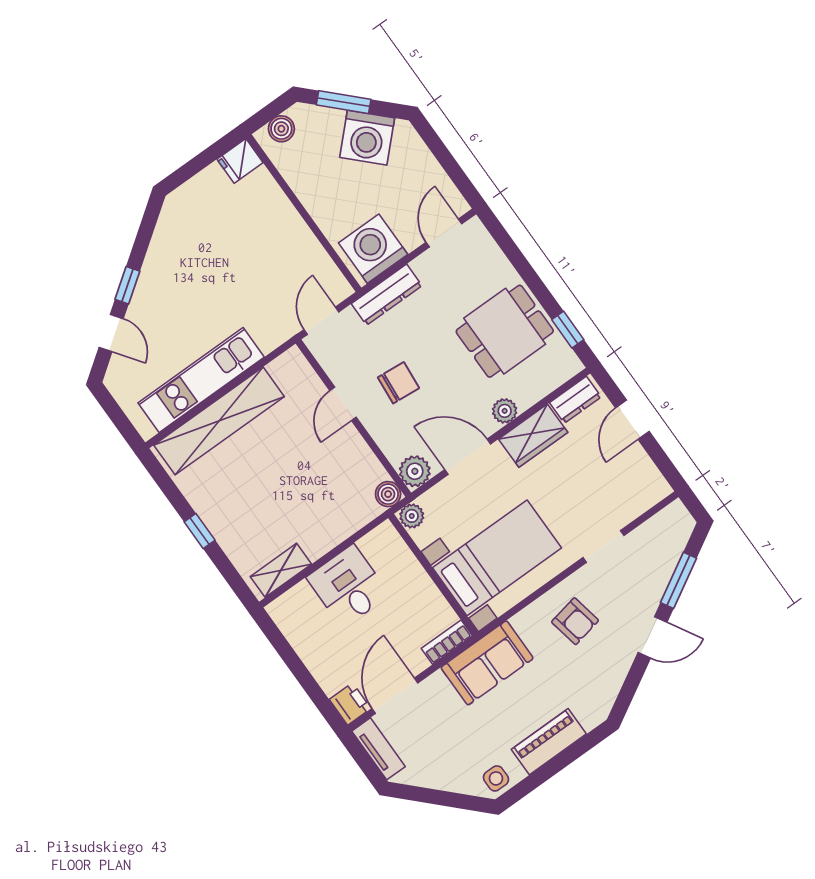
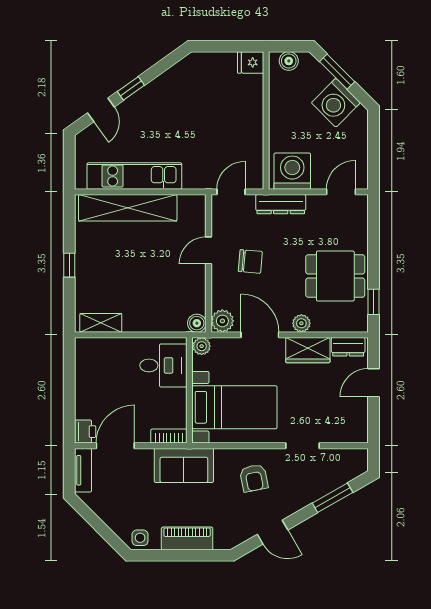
desk: (348, 586) -> (163, 365), moved, turned 90
door: (652, 637) -> (273, 532), moved

